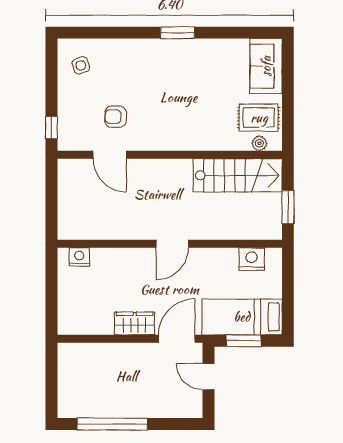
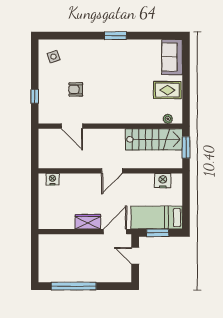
plant: (259, 143) -> (168, 119), moved
door: (110, 155) -> (72, 126), moved
wall: (170, 155) -> (110, 126), moved
stairs: (238, 175) -> (154, 139), moved

